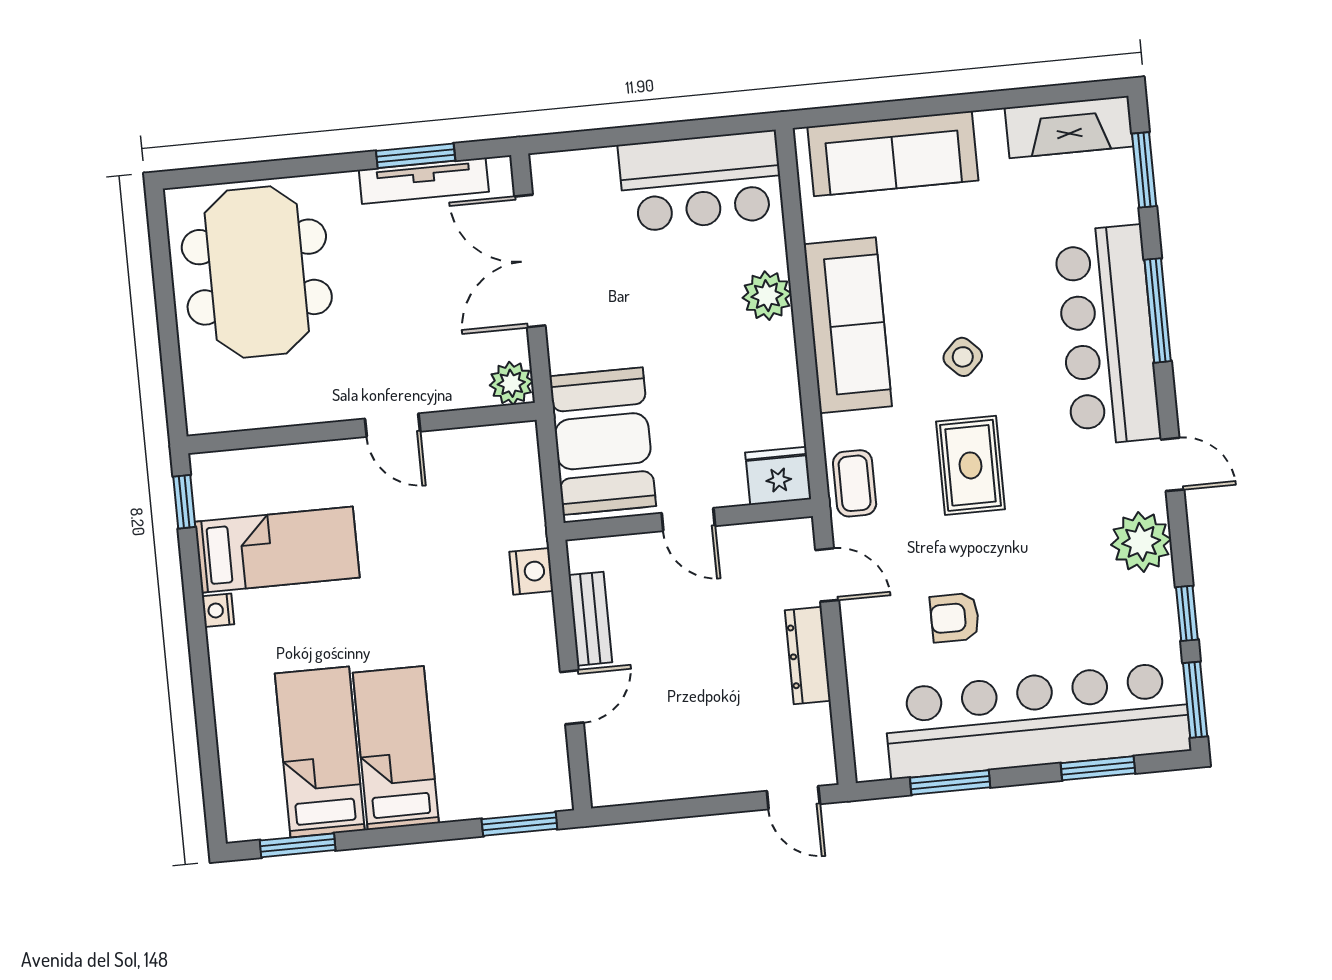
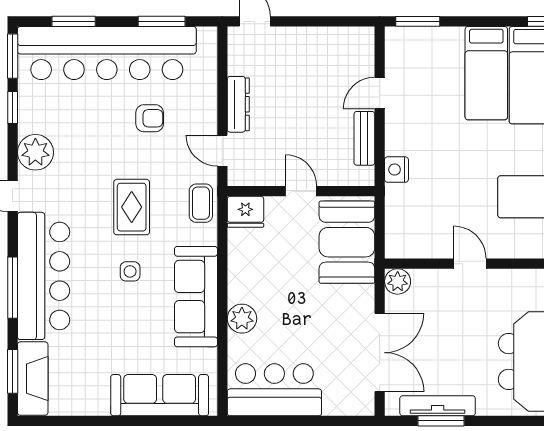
fireplace: (1069, 127) -> (33, 379), moved, turned 90
side table: (963, 357) -> (130, 271), turned 45

